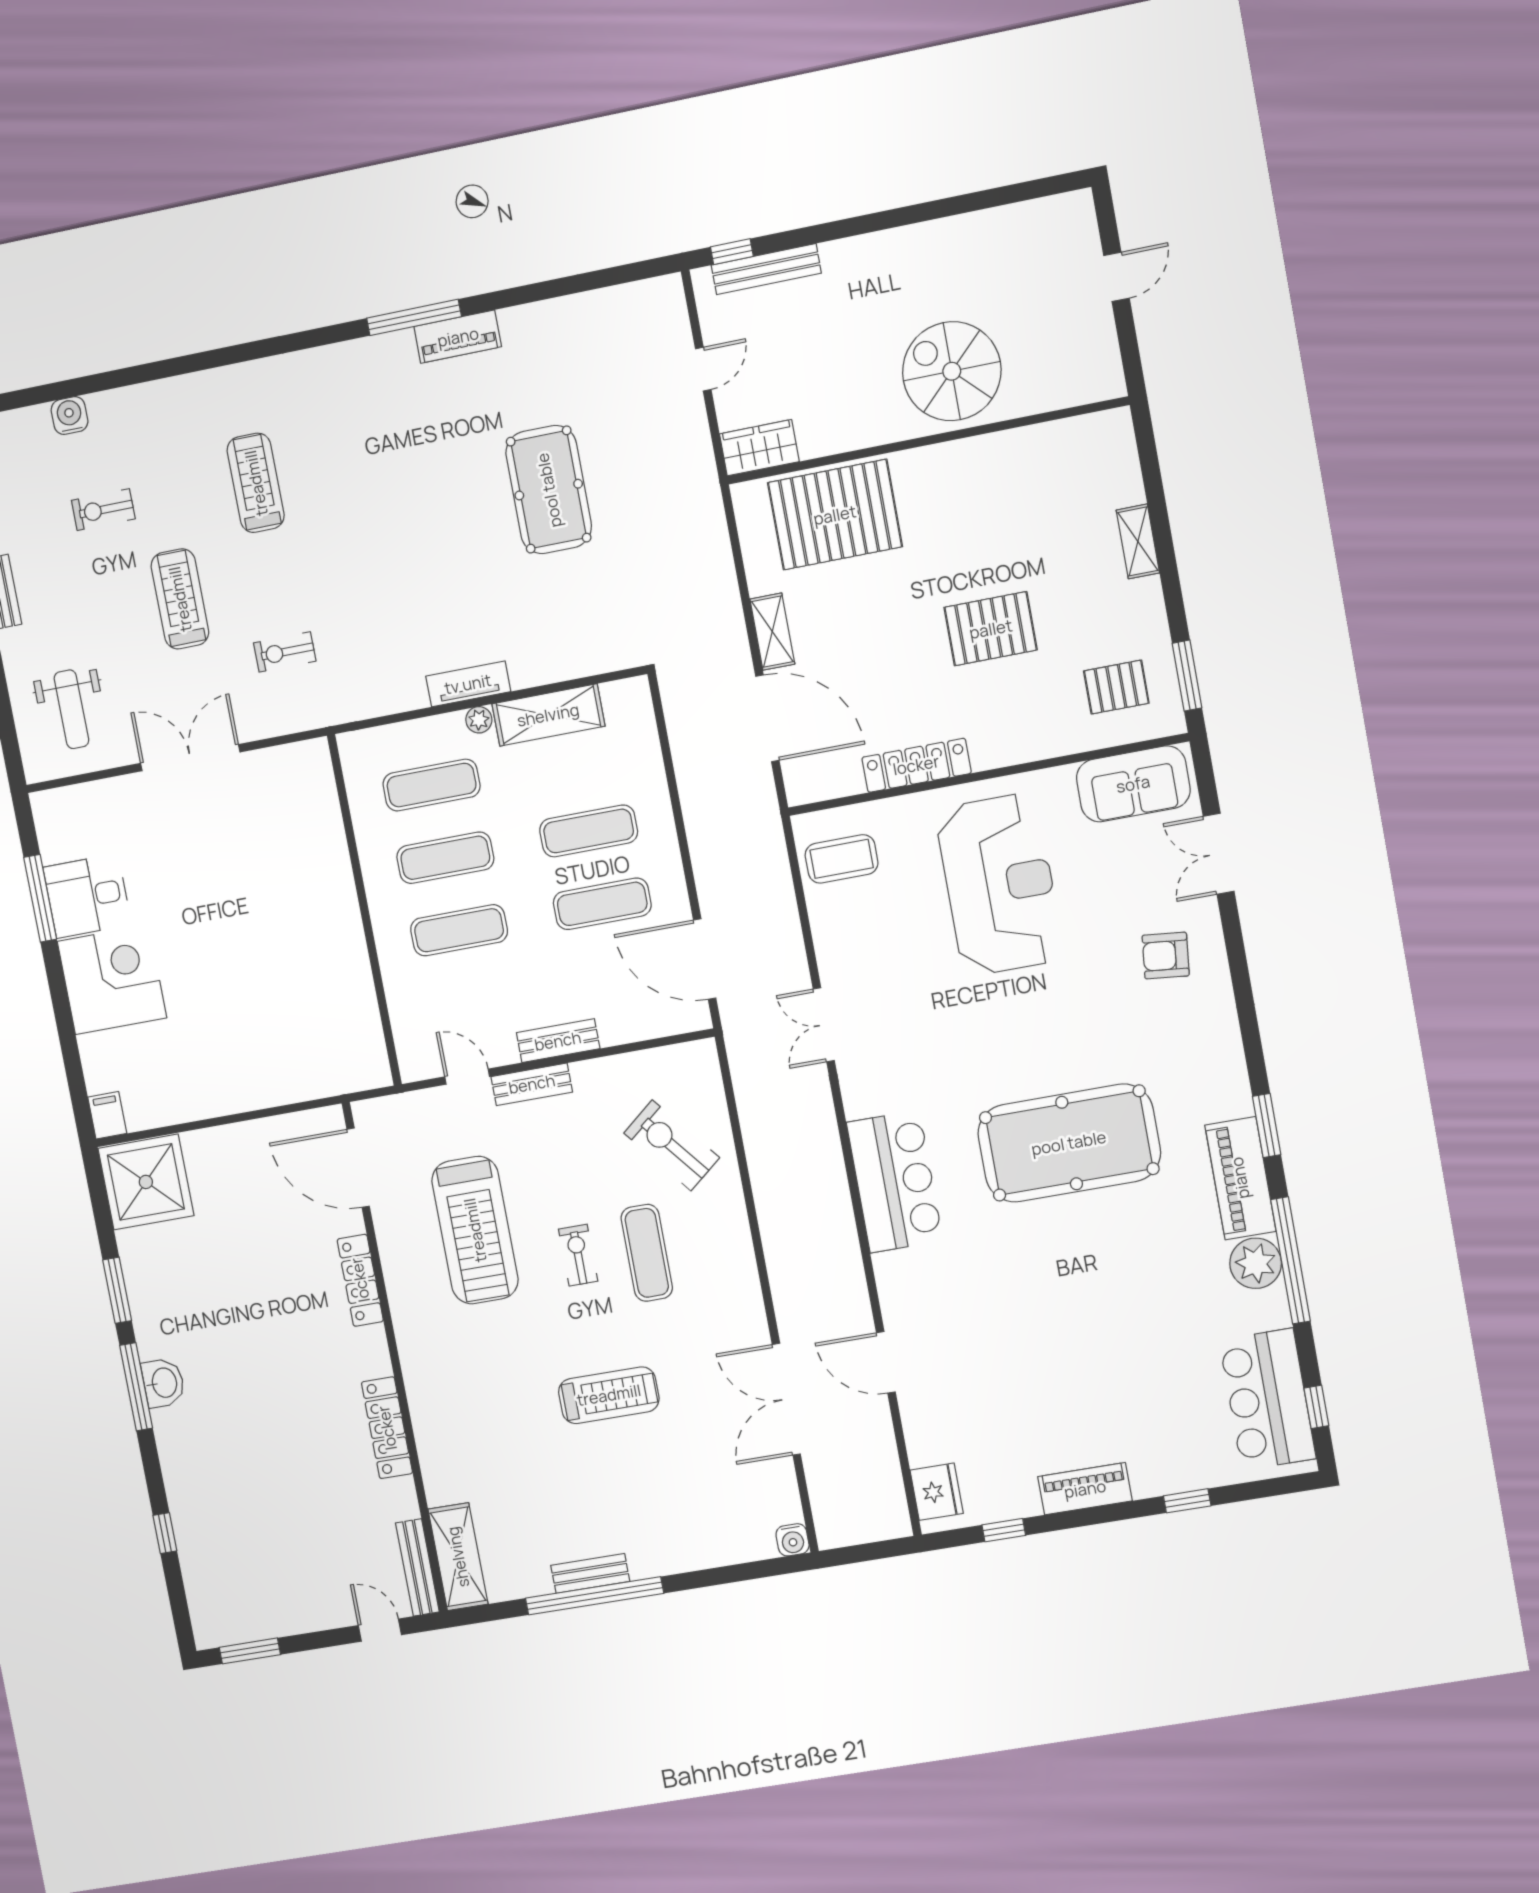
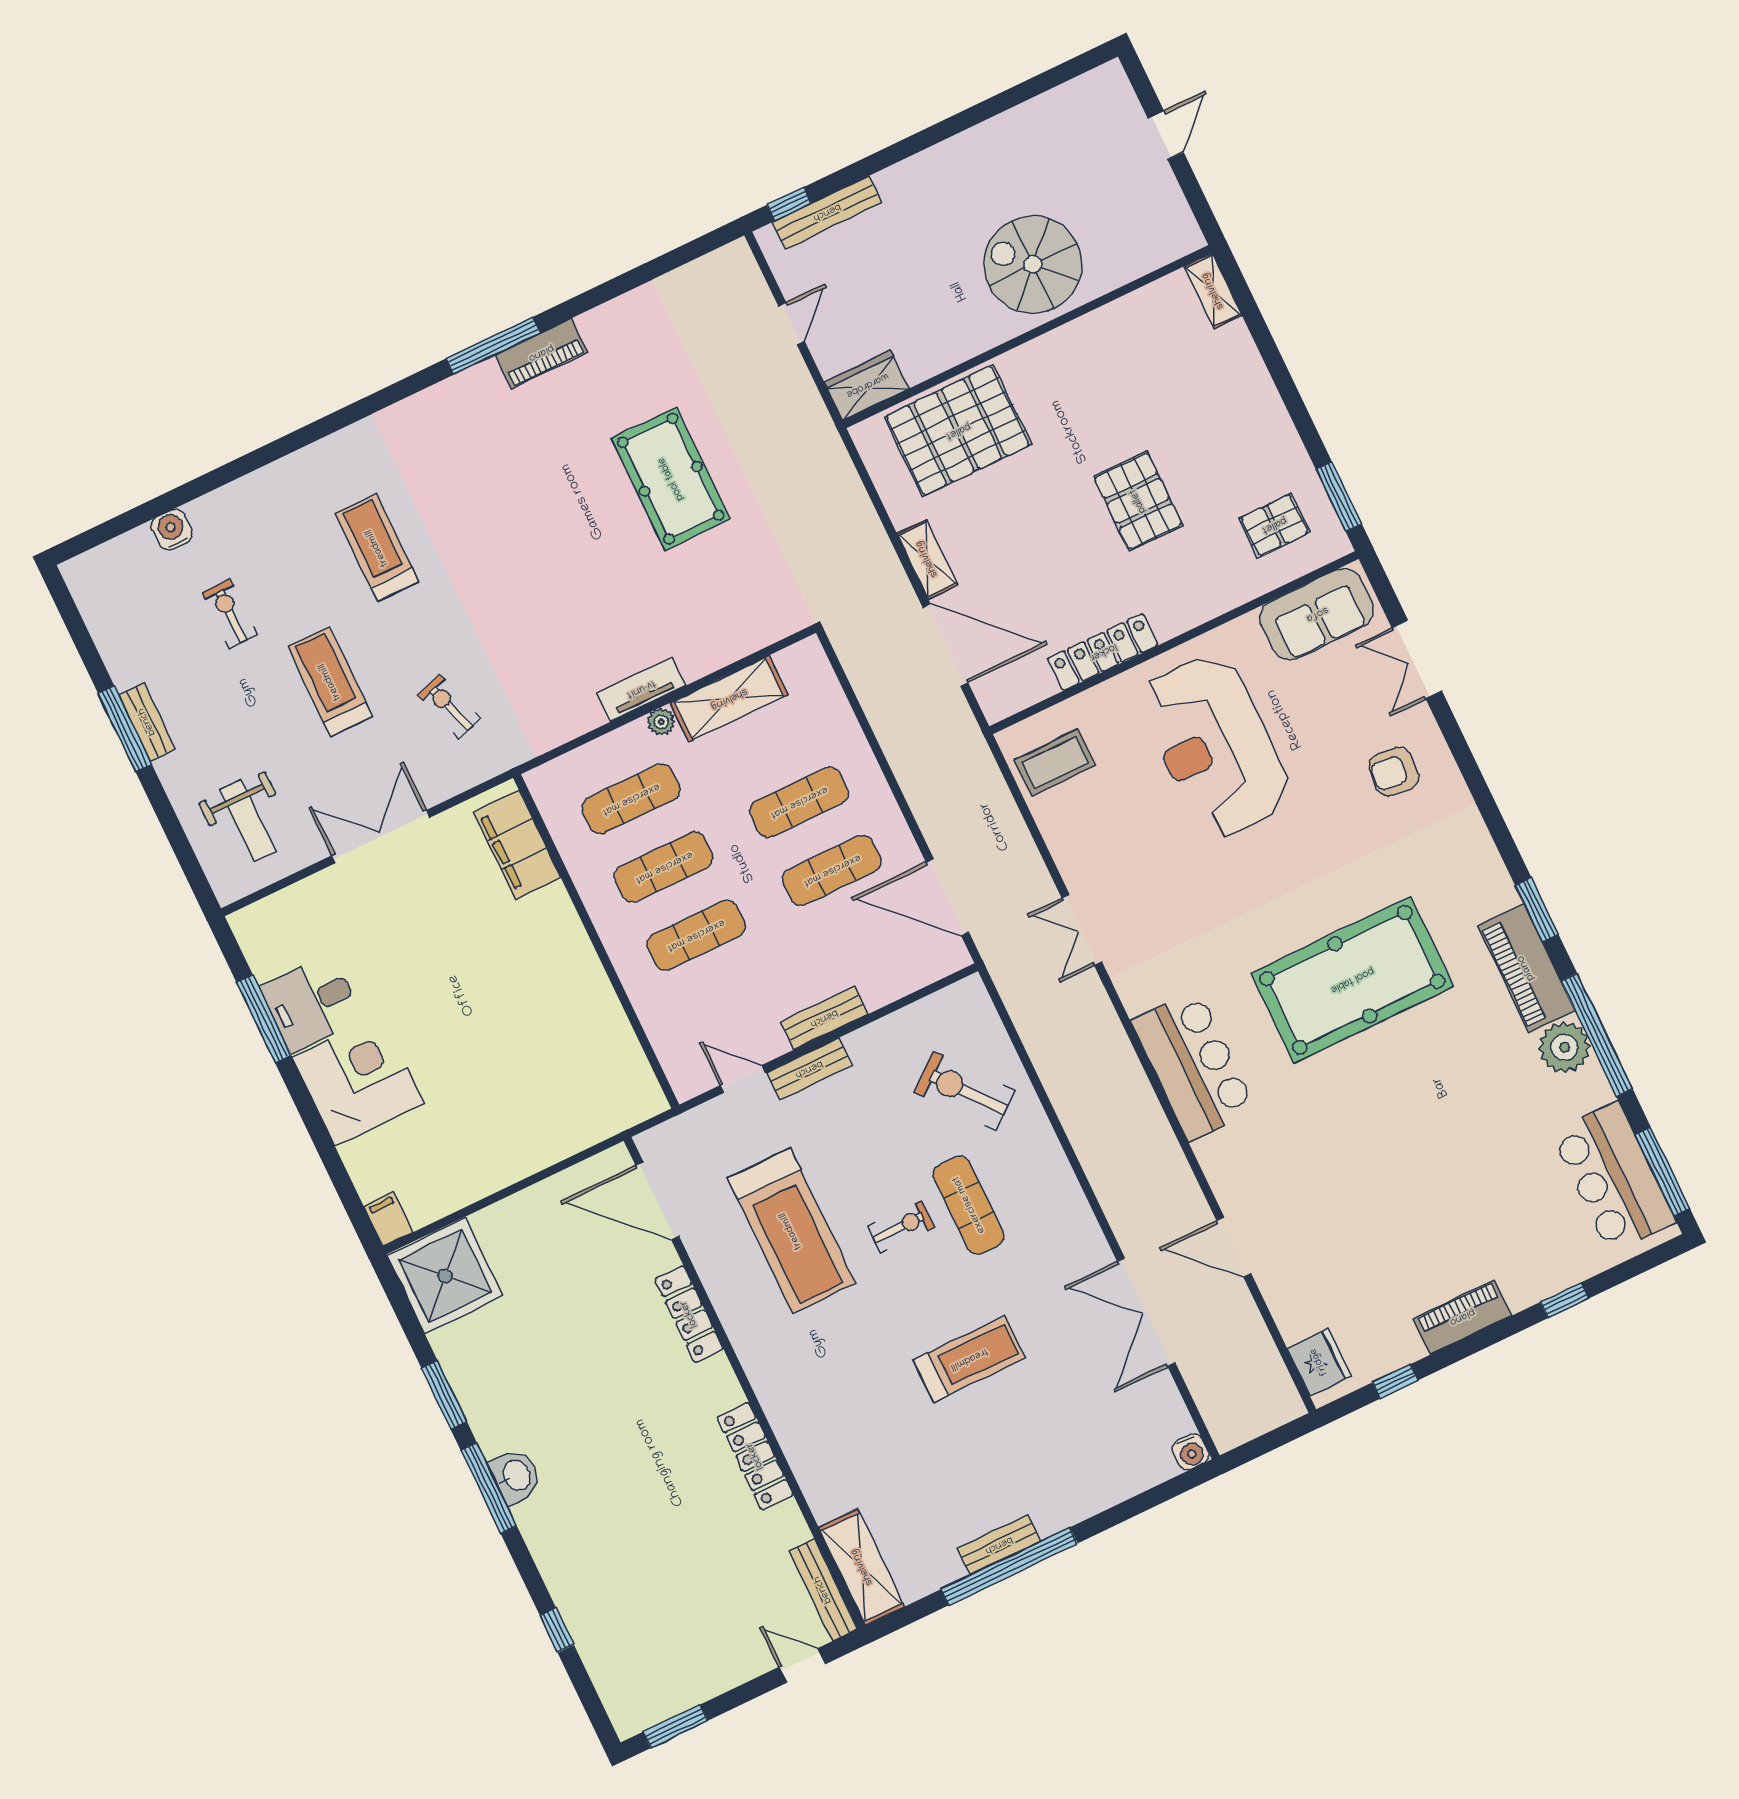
exercise bike: (103, 510) -> (230, 614), turned 90
shelving: (1138, 541) -> (1213, 291), moved
pallet: (991, 629) -> (1138, 501), turned 90
exercise bike: (285, 652) -> (449, 706), turned 72
filing cabinet: (314, 799) -> (517, 845), added
reception desk: (1000, 884) -> (1215, 746), turned 180
exercise bike: (578, 1255) -> (901, 1227), turned 90
window: (1316, 1407) -> (1662, 1172), width x2.17

